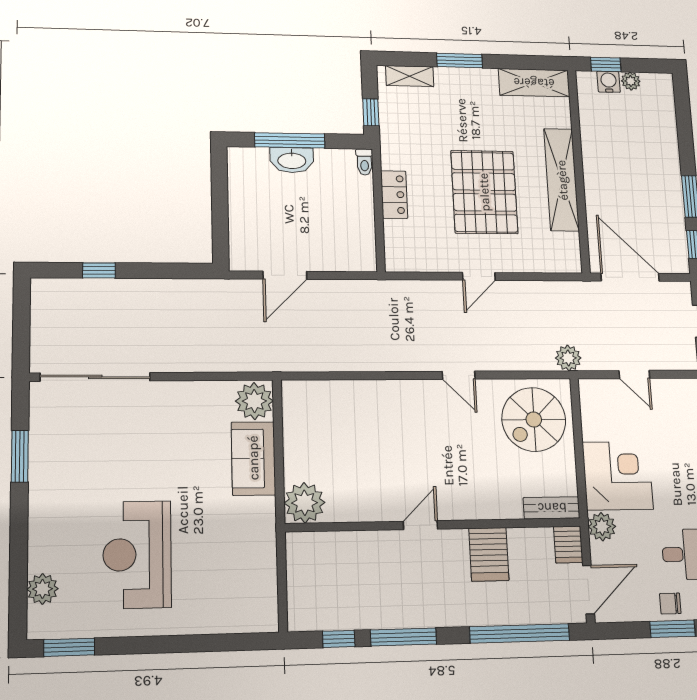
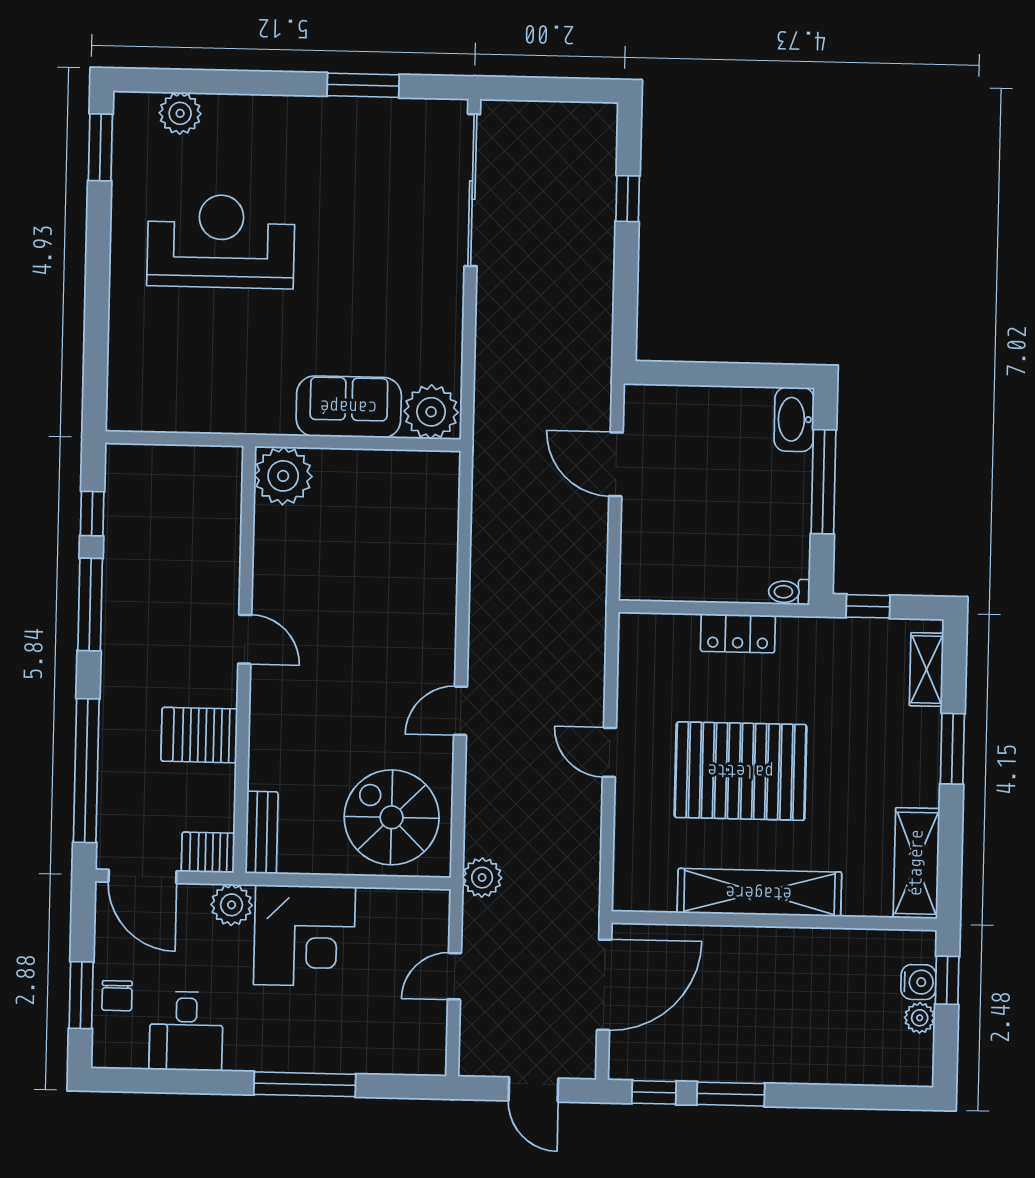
washbasin: (292, 160) -> (794, 419), moved
chair: (670, 604) -> (117, 996), turned 180

